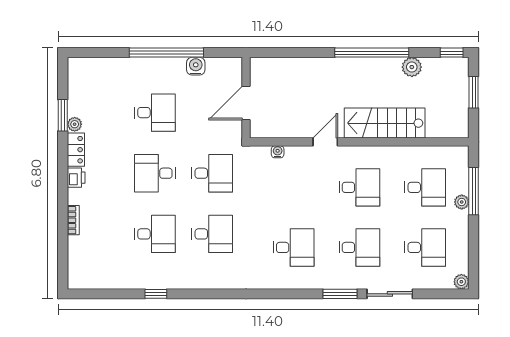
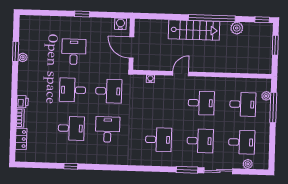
window: (166, 53) -> (82, 14), width x0.32
water cooler: (196, 66) -> (120, 24), moved
door: (246, 103) -> (131, 47), hinge flipped
desk: (155, 113) -> (74, 52), turned -90
stairs: (385, 123) -> (194, 30), moved, turned 180
locker: (76, 150) -> (21, 139), moved
printer: (76, 178) -> (22, 102), moved
plant: (462, 202) -> (266, 96), moved
desk: (212, 234) -> (108, 129), turned -90
plant: (461, 282) -> (248, 164), moved

